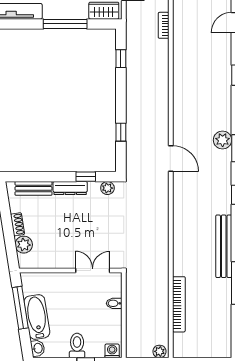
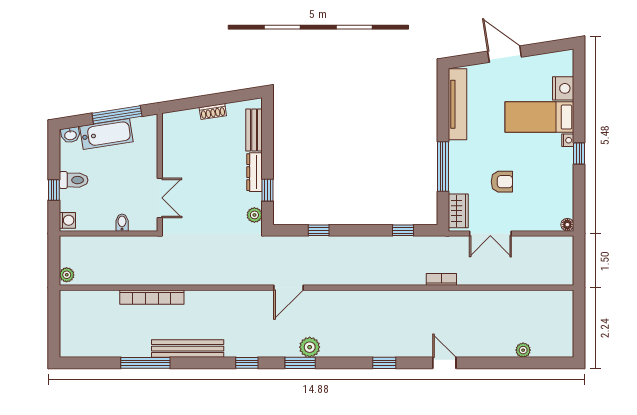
plant: (24, 245) -> (189, 119), removed
bookcase: (179, 304) -> (152, 297), moved

